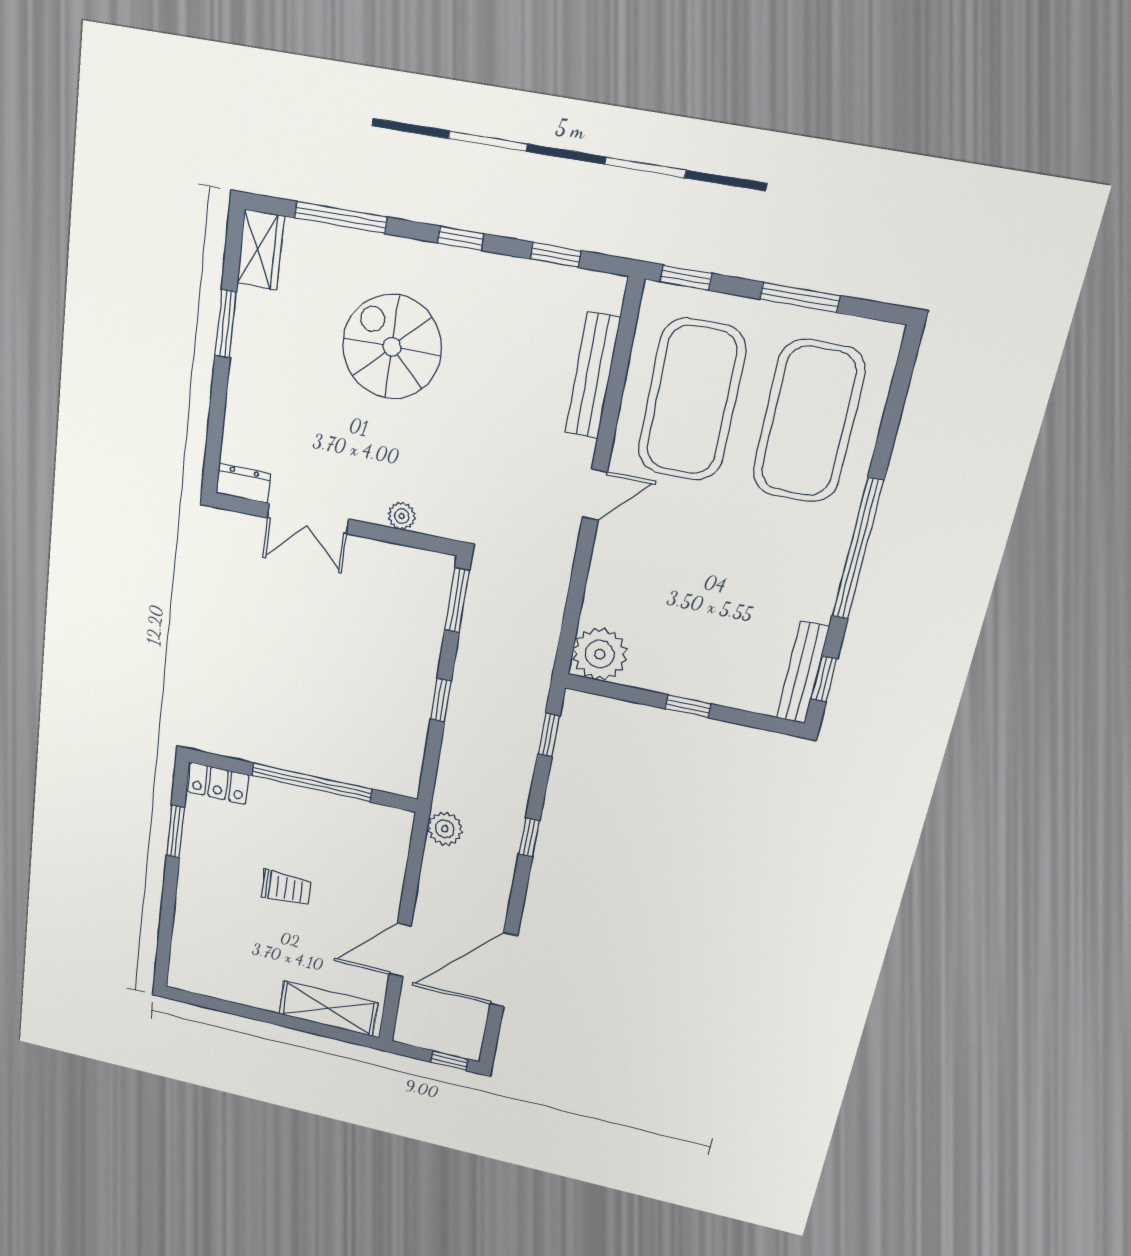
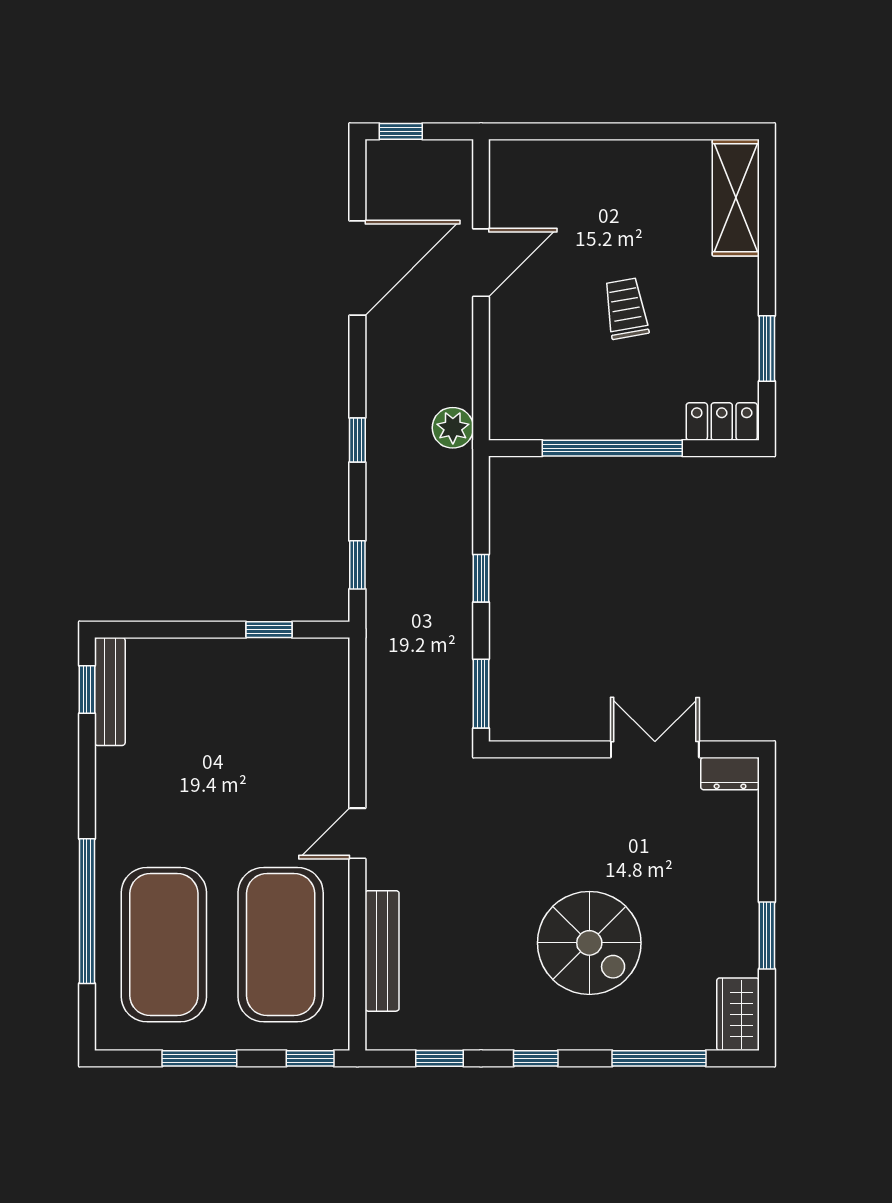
plant: (402, 516) -> (554, 772), removed
window: (858, 549) -> (87, 911), moved
plant: (600, 654) -> (320, 667), removed
window: (688, 706) -> (269, 630), moved
trolley: (286, 888) -> (626, 309), turned 80
shelving: (328, 1009) -> (736, 198), moved, turned 90

